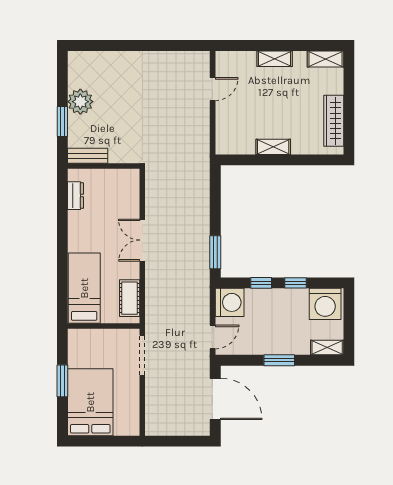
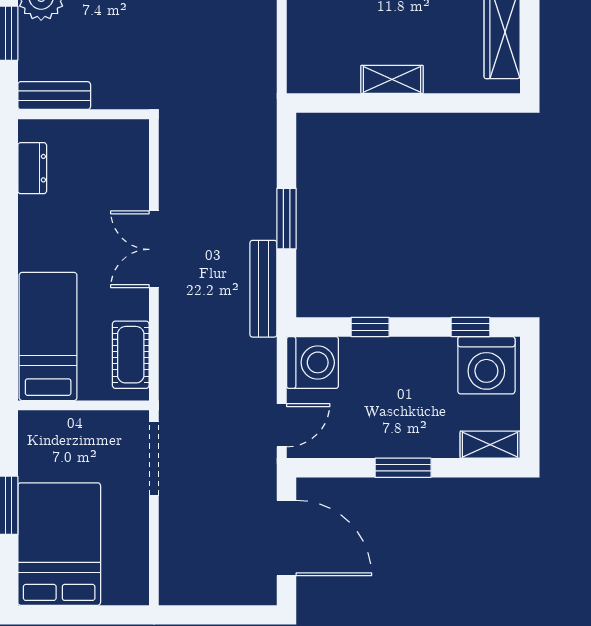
window: (215, 252) -> (287, 219), moved
bench: (203, 262) -> (263, 289), added
window: (295, 283) -> (471, 327), moved

